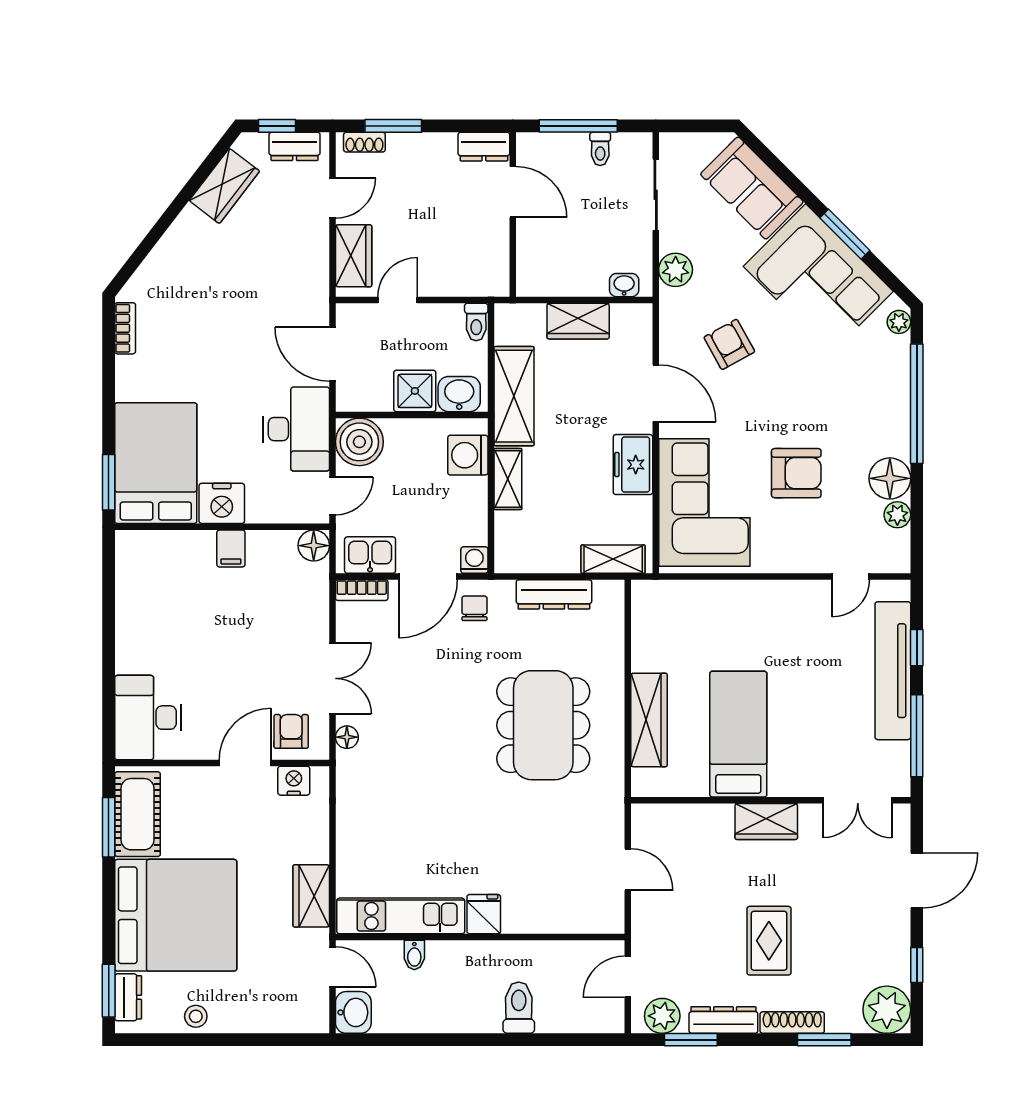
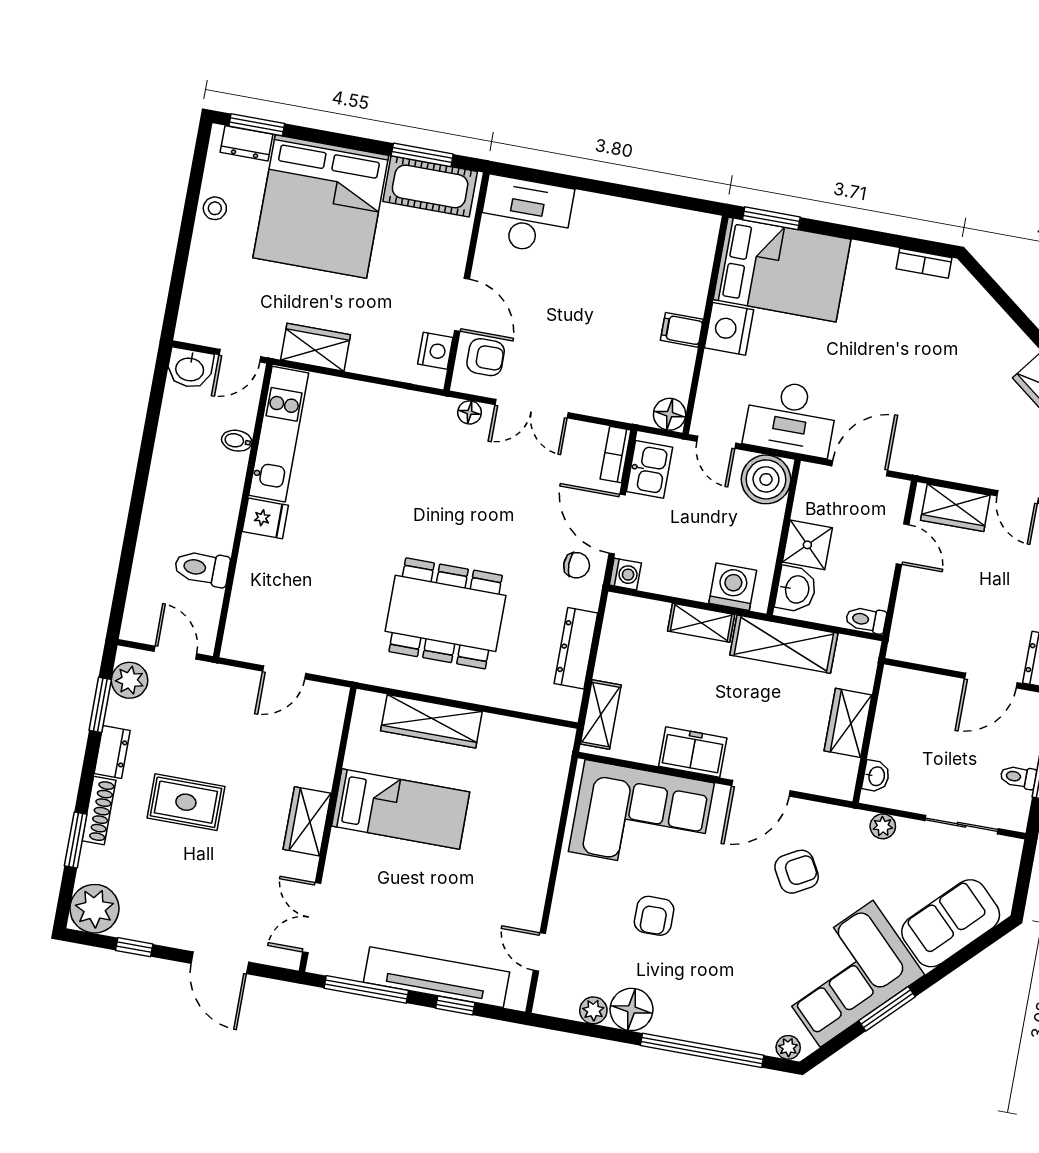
plant: (676, 270) -> (883, 826), width x0.73, depth x0.73
armchair: (796, 473) -> (654, 916), width x0.72, depth x0.72
toilet: (519, 1008) -> (202, 568), moved, turned 180
dresser: (723, 1020) -> (112, 752), width x0.70

